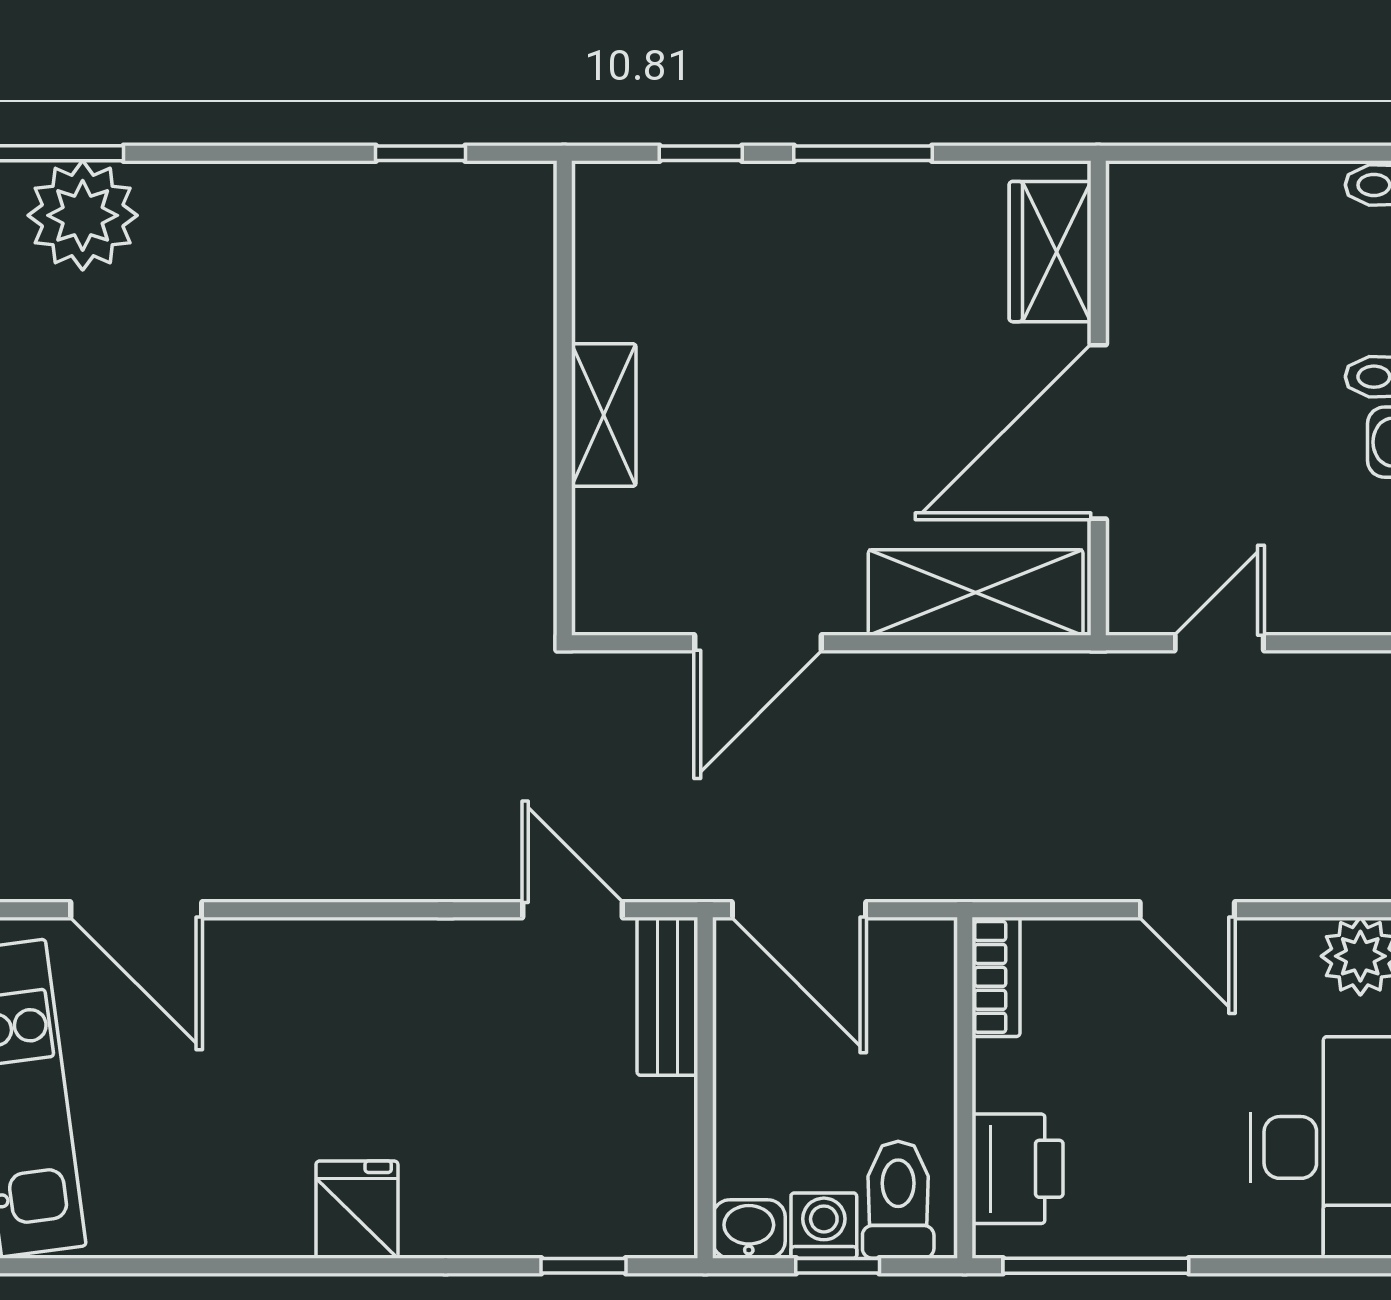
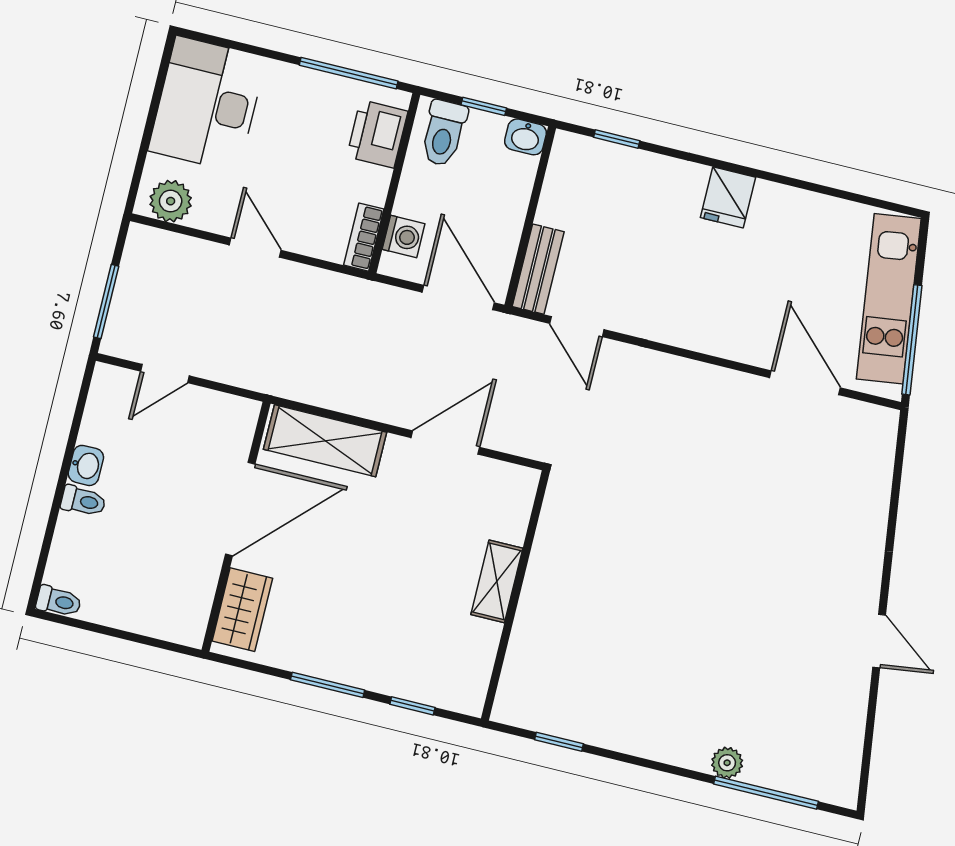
plant: (83, 215) -> (727, 763), width x0.53, depth x0.53
door: (1219, 643) -> (165, 374), moved
washing machine: (824, 1226) -> (404, 237), moved, turned -90

